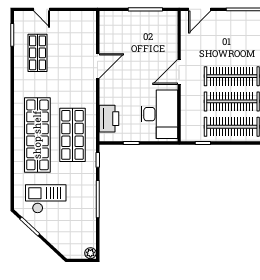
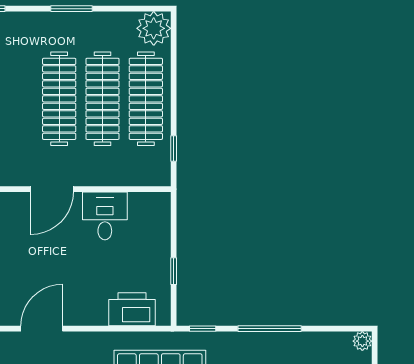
door: (98, 66) -> (42, 329), hinge flipped
door: (179, 72) -> (52, 189), hinge flipped
desk: (159, 114) -> (105, 216), width x0.53, depth x0.77

